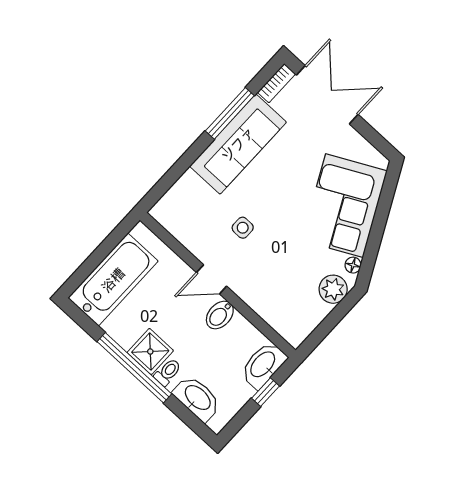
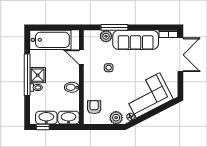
window: (230, 113) -> (114, 27), moved
plant: (189, 186) -> (106, 36), added
door: (212, 279) -> (81, 57), moved
armchair: (284, 309) -> (94, 107), added
window: (265, 392) -> (43, 127), moved
washbasin: (197, 398) -> (46, 118), moved, turned -90

